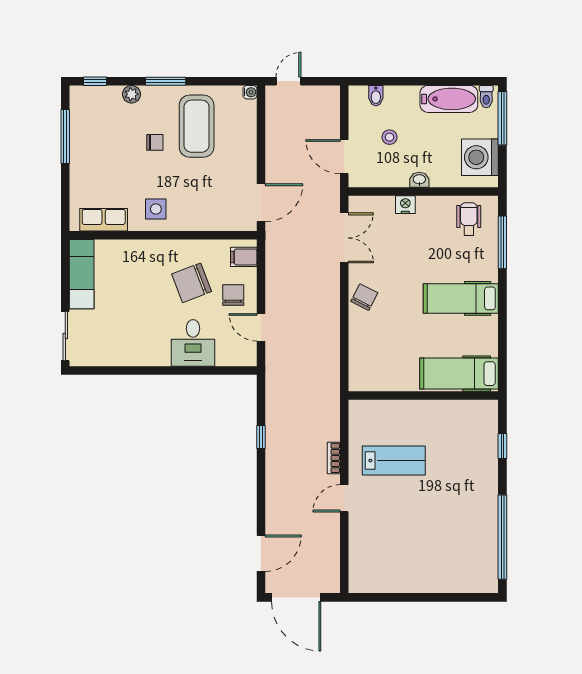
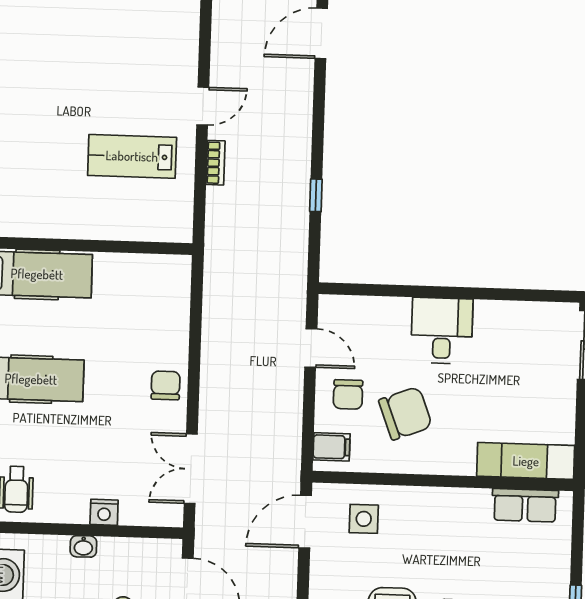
side table: (156, 209) -> (364, 519), moved
exam couch: (82, 274) -> (526, 461), moved, turned 90
chair: (364, 297) -> (166, 385), turned 153
desk: (193, 343) -> (442, 331), moved

